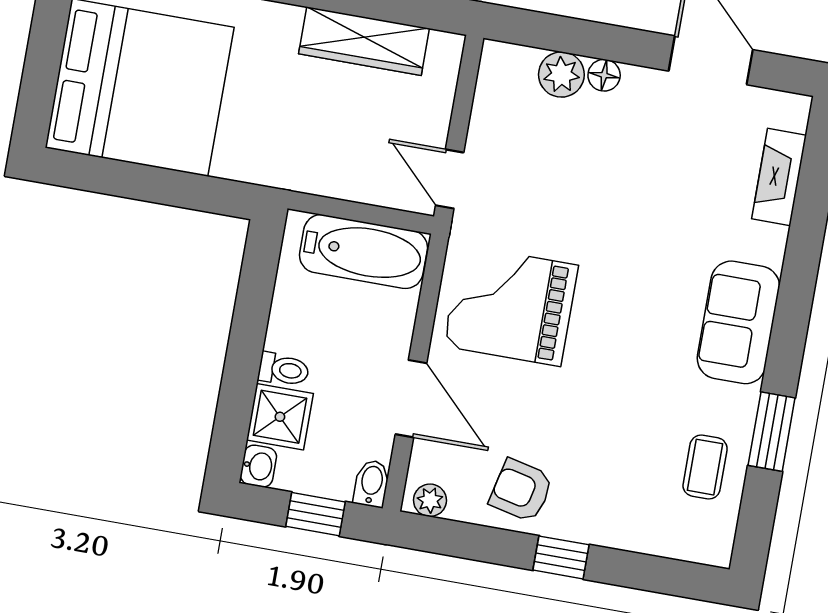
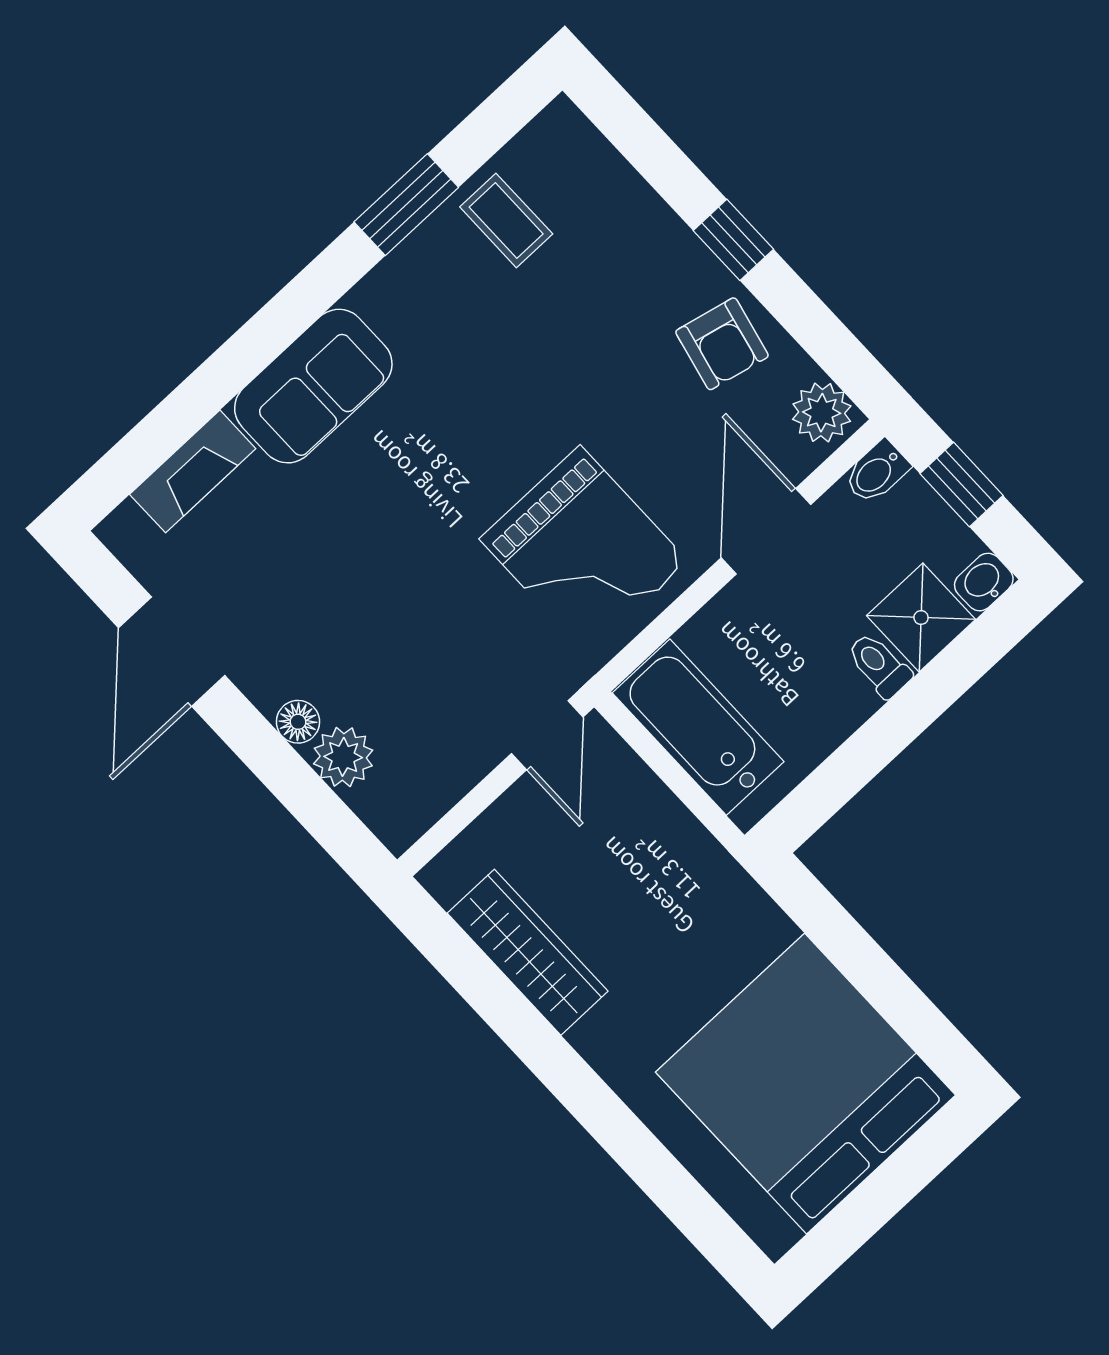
sofa: (738, 322) -> (313, 386), moved
coffee table: (705, 467) -> (506, 220), turned 90
plant: (430, 500) -> (822, 413), width x1.38, depth x1.38

